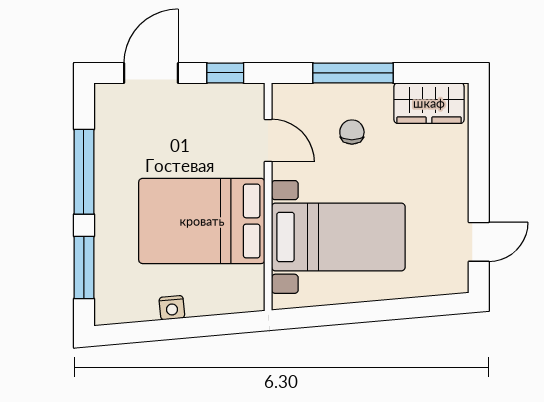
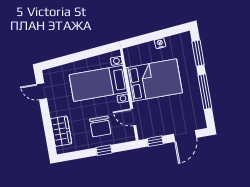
window: (353, 73) -> (104, 150), width x0.46
wardrobe: (429, 103) -> (61, 131), moved, turned 90
chair: (352, 132) -> (100, 126), width x1.87, depth x1.87
door: (479, 242) -> (42, 91), hinge flipped

